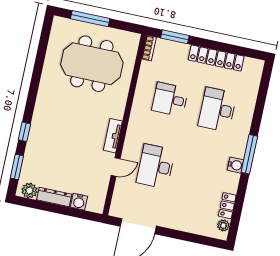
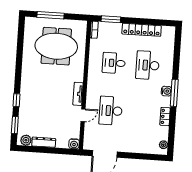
water cooler: (235, 165) -> (166, 91), moved
water cooler: (79, 202) -> (74, 144), moved
locker: (227, 206) -> (165, 117), moved

